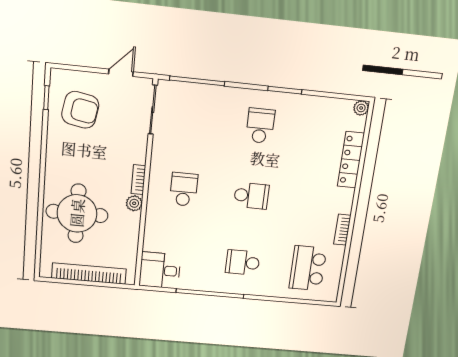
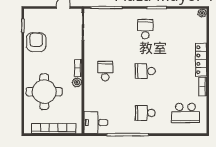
armchair: (80, 110) -> (36, 42), moved, turned -100
locker: (351, 160) -> (201, 60), moved
school desk: (251, 196) -> (145, 71), turned 180
school desk: (308, 268) -> (185, 113), turned -90

